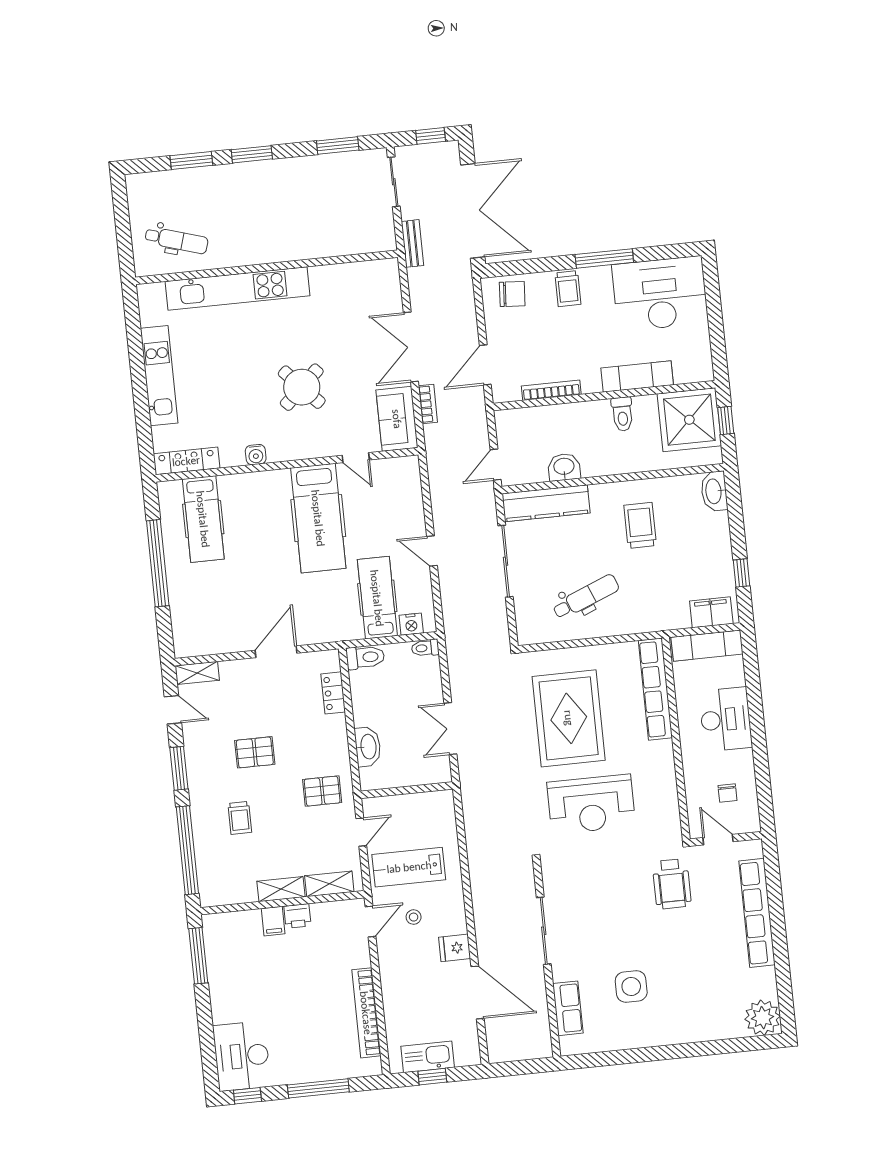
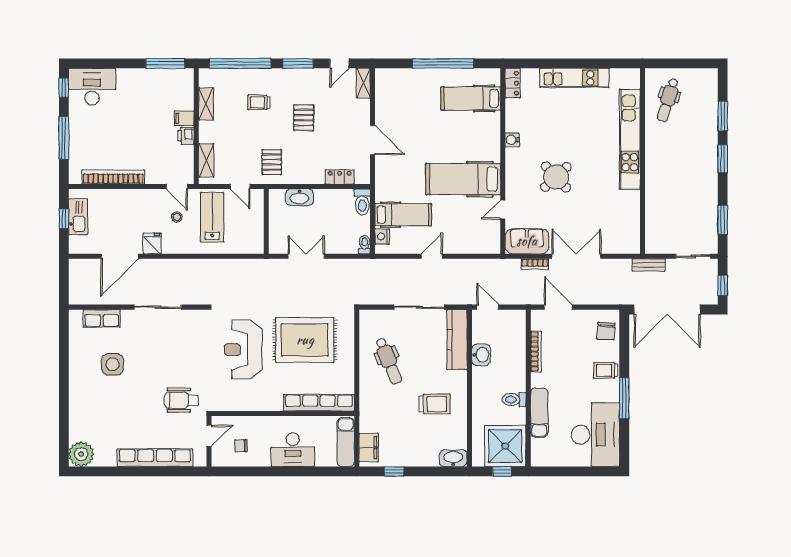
locker: (186, 461) -> (513, 83), width x0.66
shelving: (281, 889) -> (206, 104), moved

